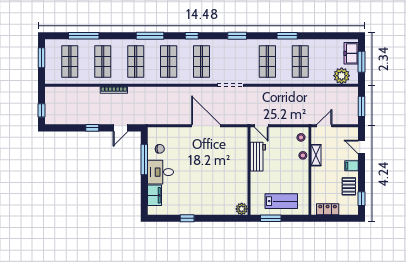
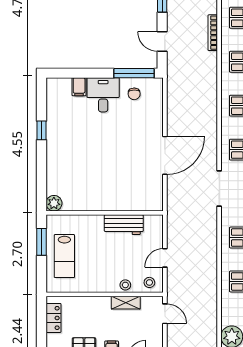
door: (261, 126) -> (165, 258), moved
window: (144, 160) -> (134, 73), moved
filing cabinet: (154, 195) -> (79, 87), width x0.50

